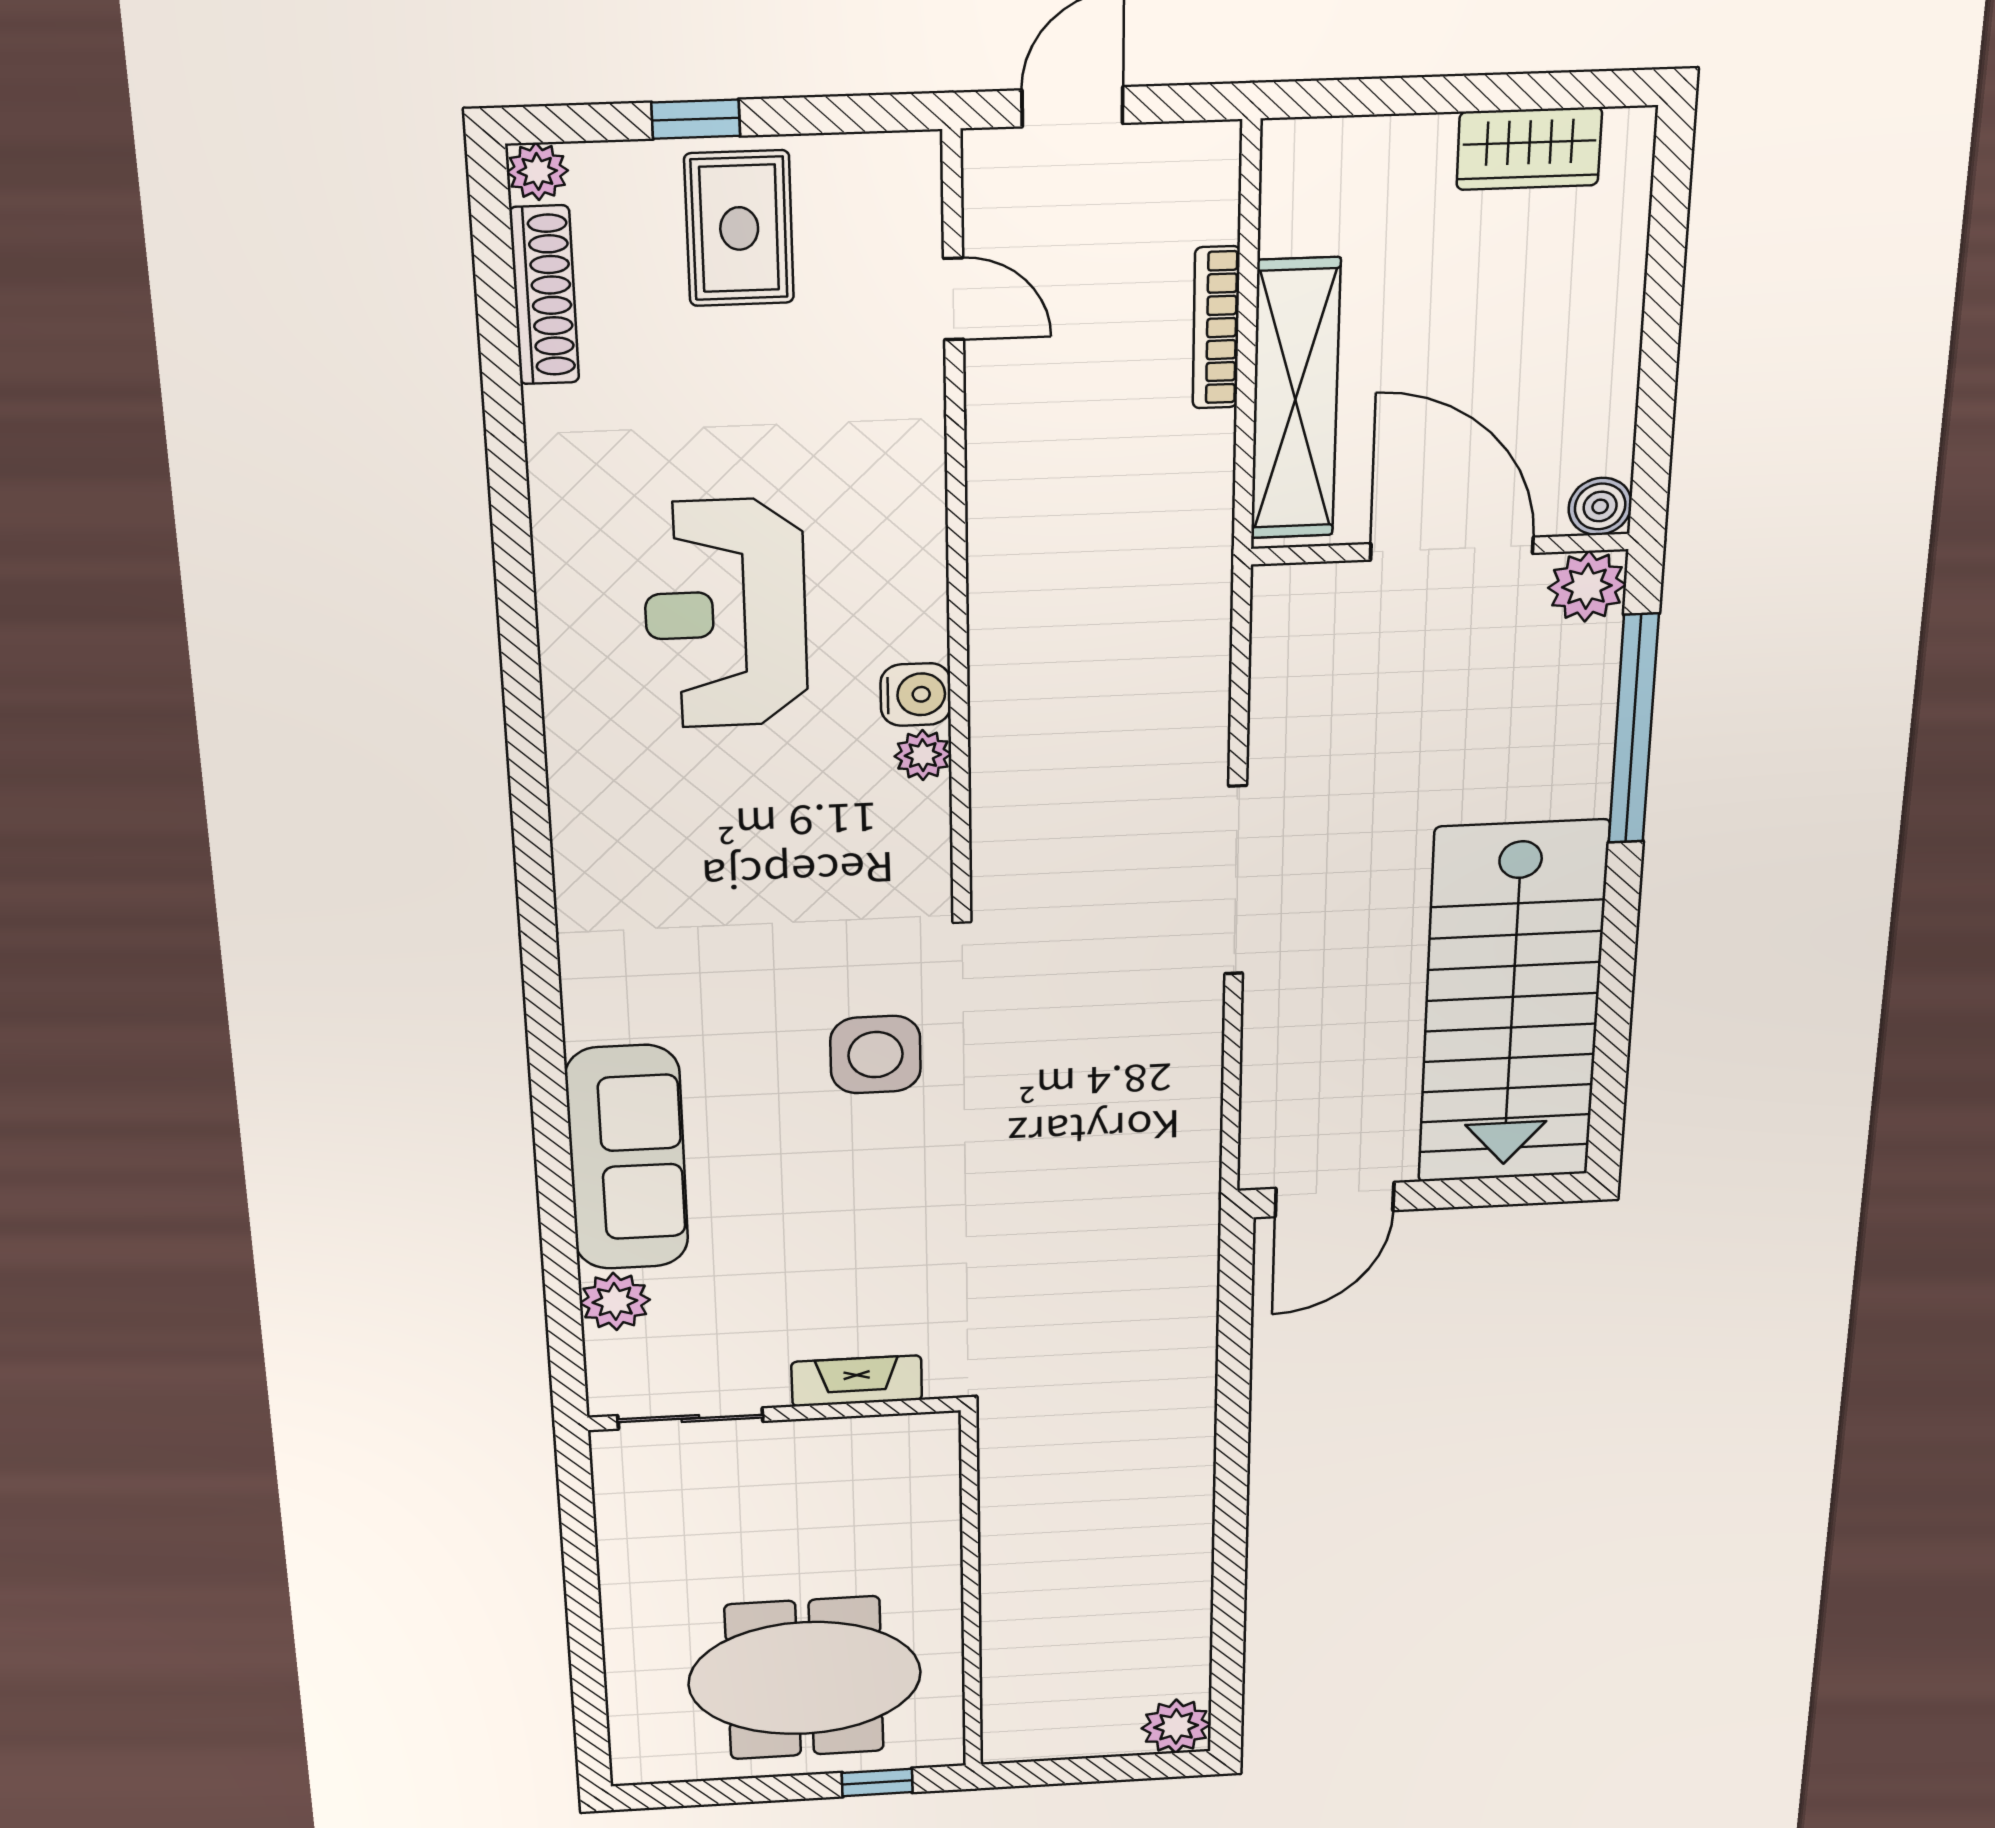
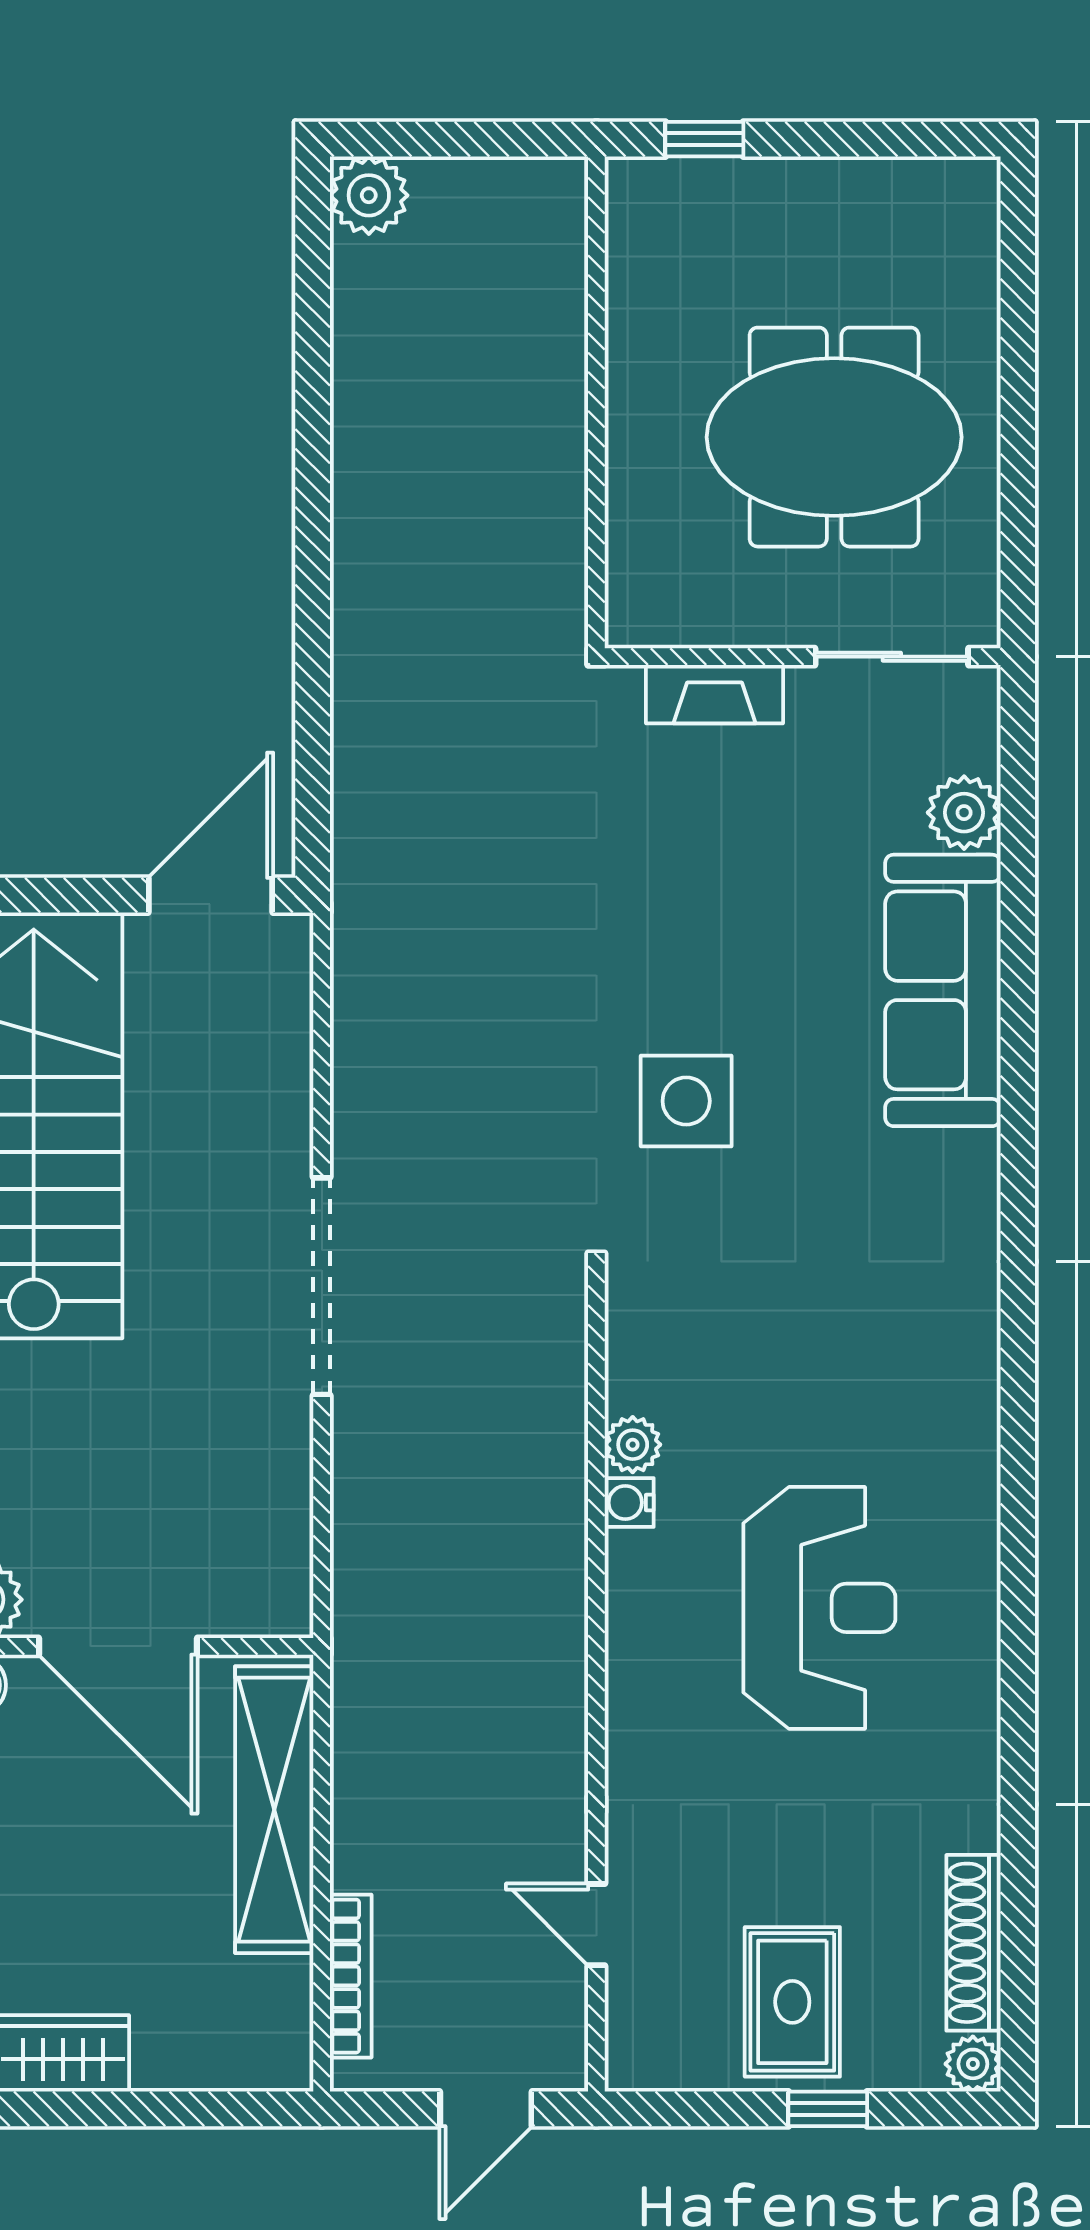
bookcase: (1216, 328) -> (351, 1976), moved
water cooler: (916, 695) -> (629, 1503), width x0.72, depth x0.72
meeting table: (805, 1678) -> (834, 437), moved

